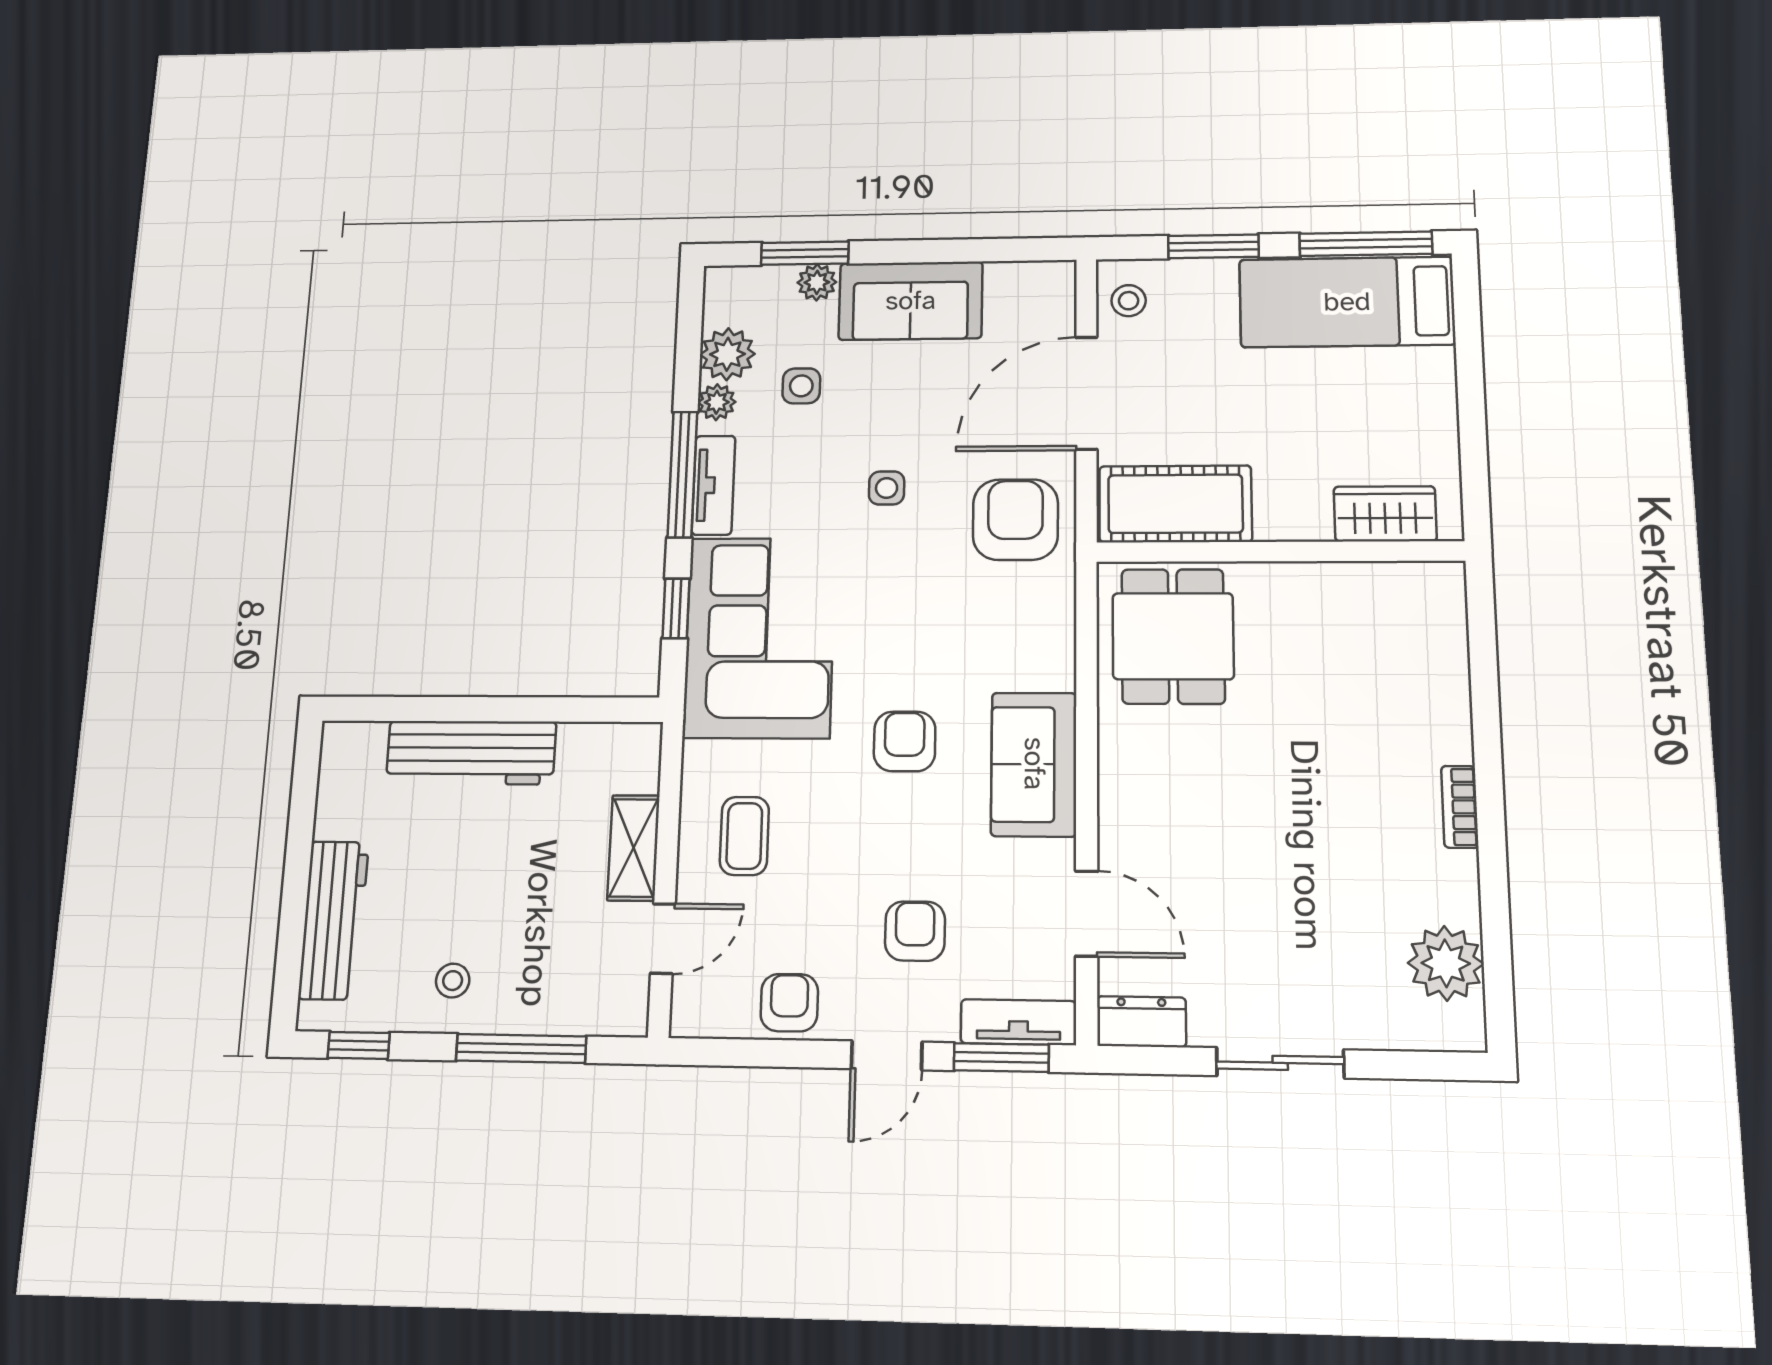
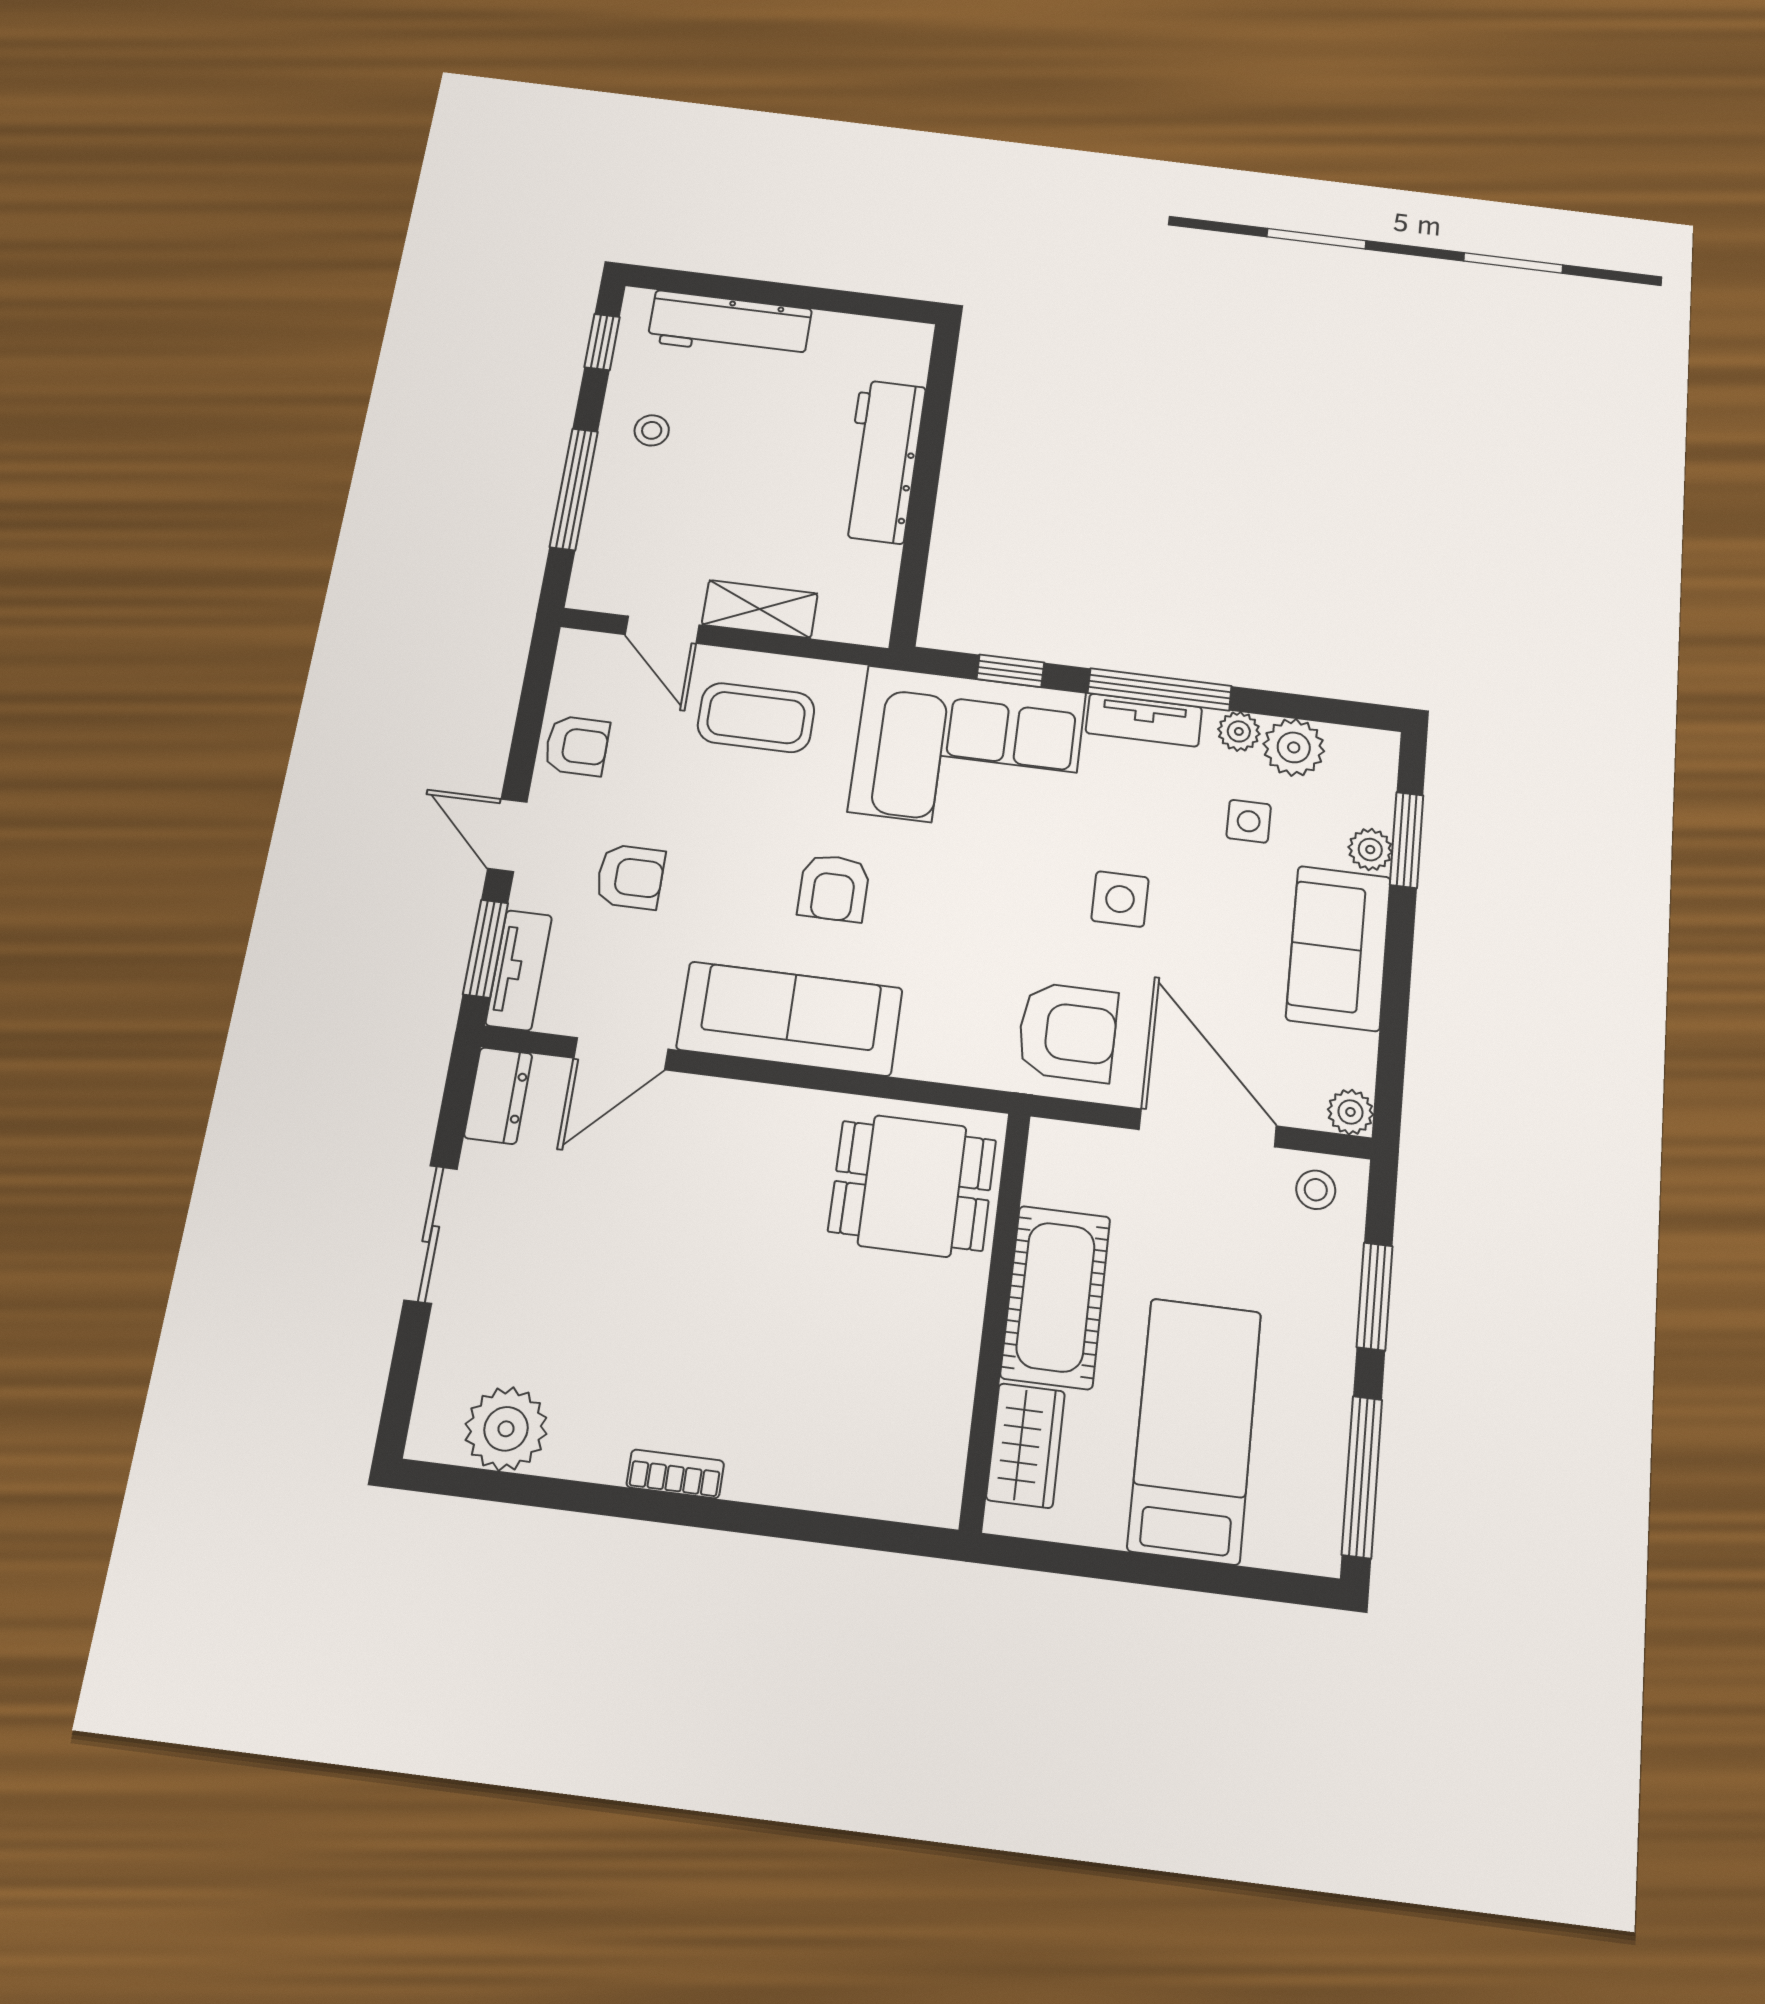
plant: (1056, 279) -> (1350, 1112), added
bed: (1347, 302) -> (1195, 1430), moved
side table: (887, 488) -> (1120, 899), width x1.37, depth x1.37
cot: (1175, 504) -> (1056, 1297), moved
armchair: (905, 741) -> (834, 888), turned 90
sofa: (1034, 764) -> (790, 1019), width x1.36
coffee table: (744, 836) -> (756, 718), width x1.36, depth x1.30

